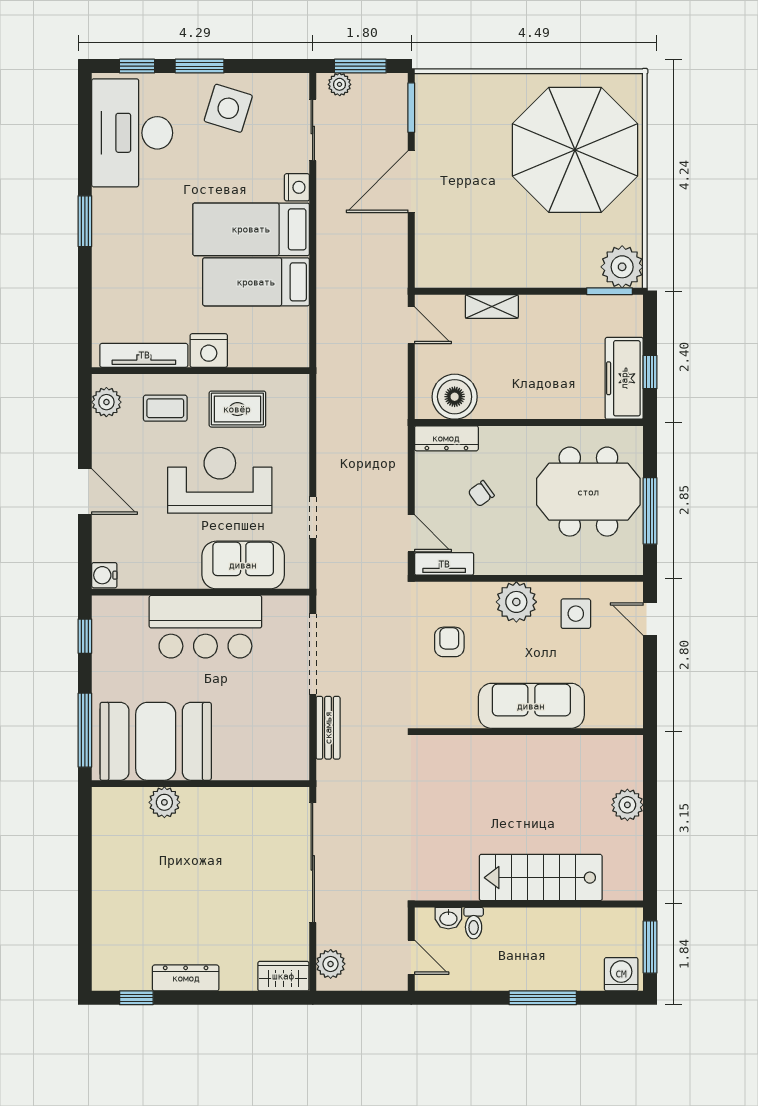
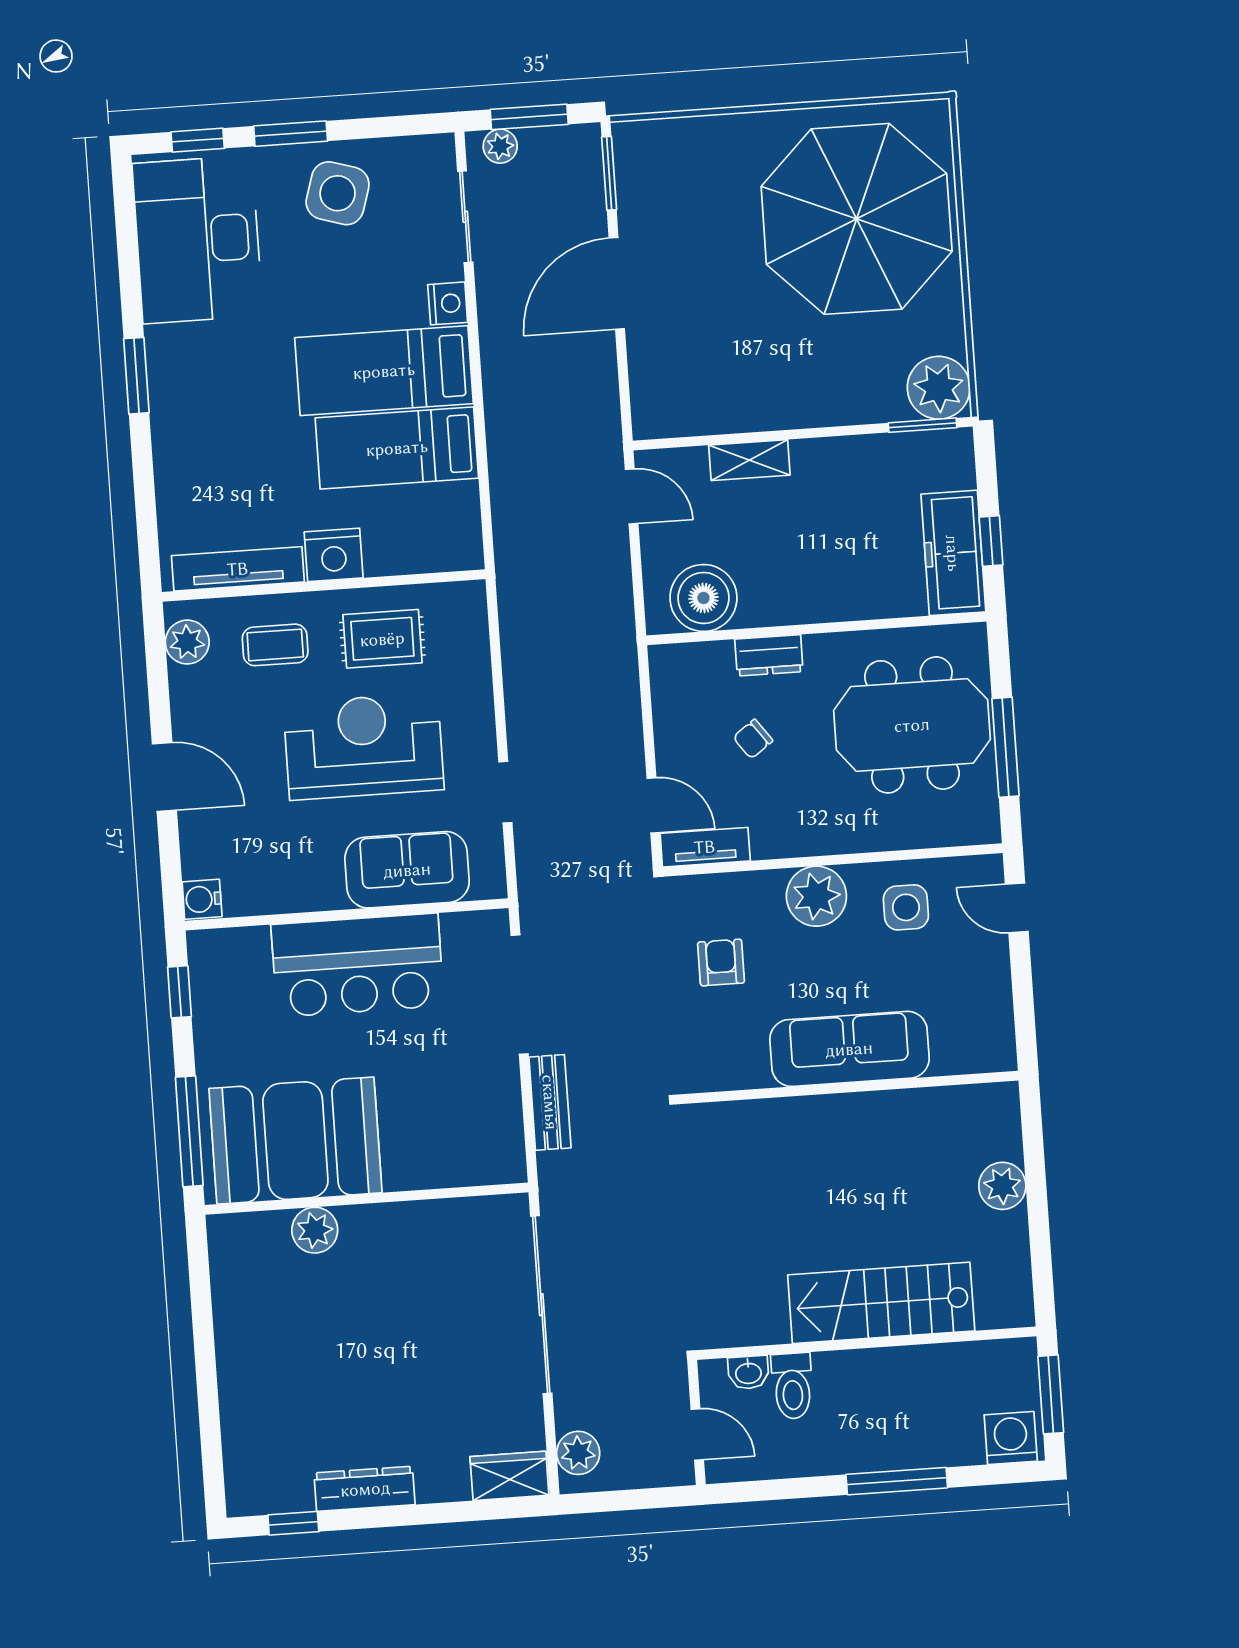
dresser: (446, 438) -> (769, 655), moved, width x0.70
toilet: (474, 923) -> (792, 1386), width x1.37, depth x1.39

